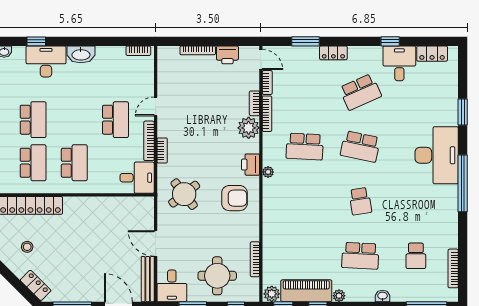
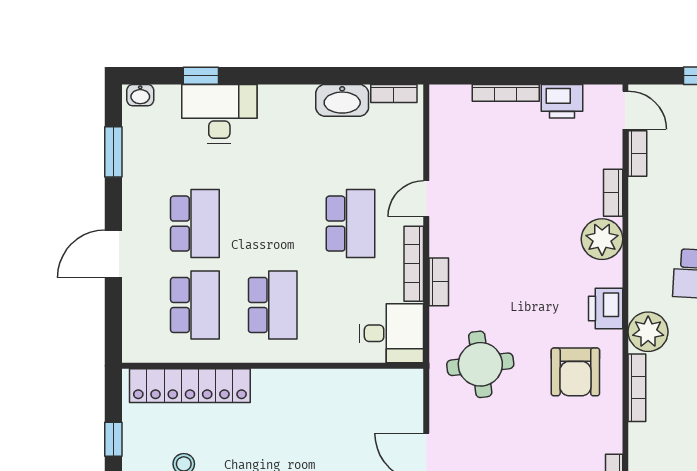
washbasin: (81, 54) -> (342, 100), moved
bookcase: (267, 114) -> (637, 388), moved
plant: (268, 172) -> (648, 332), width x1.88, depth x1.88
round table: (184, 194) -> (480, 364), turned 31
armchair: (234, 198) -> (575, 372), turned 90

